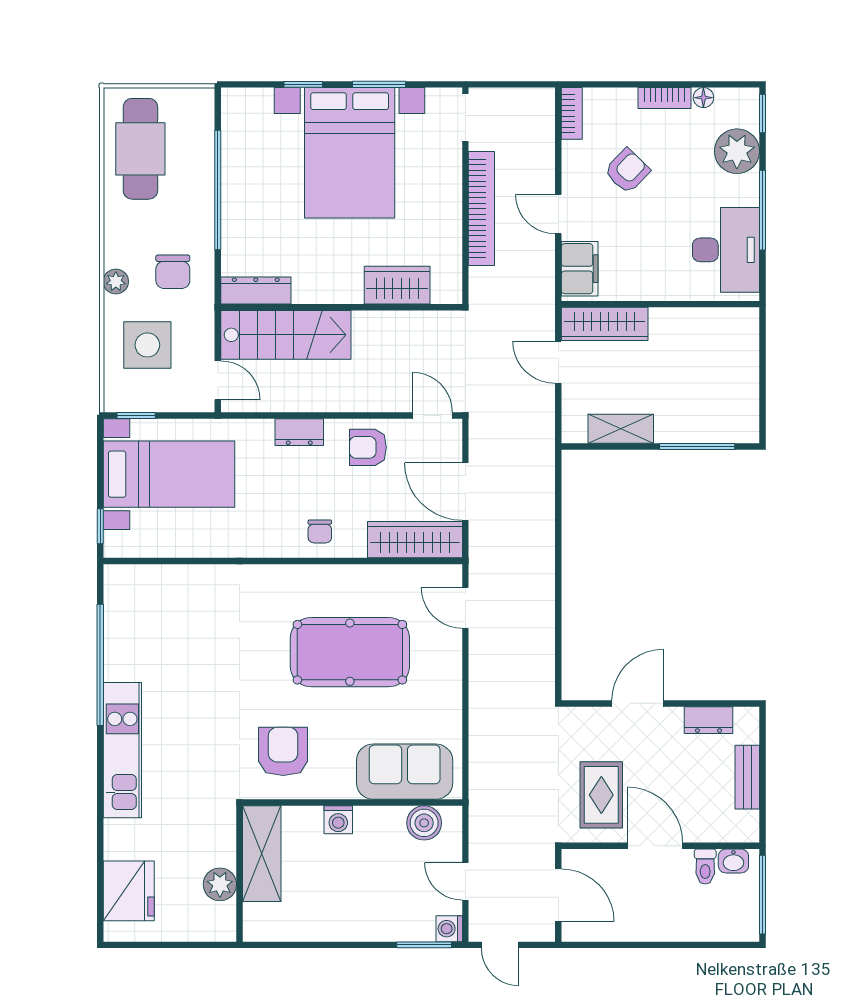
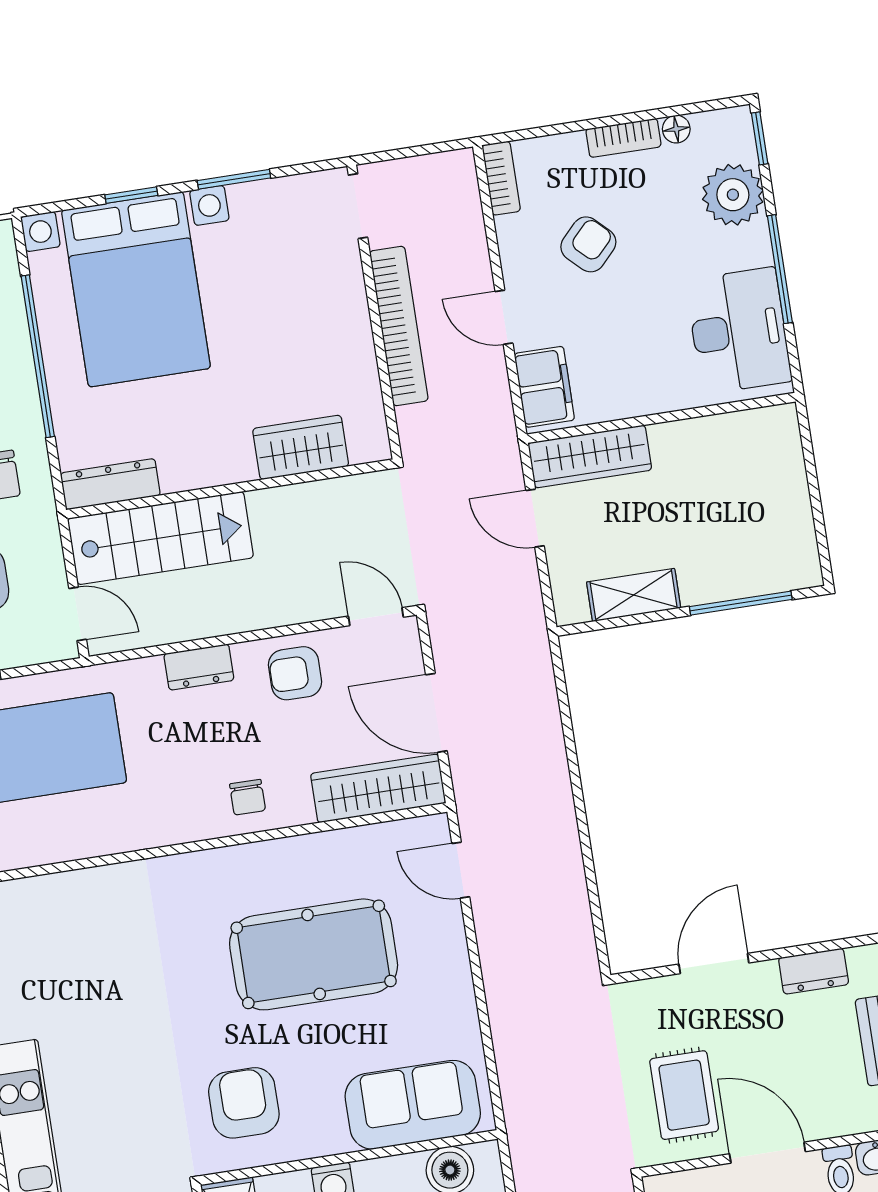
bed with nightstands: (350, 153) -> (136, 289), moved

